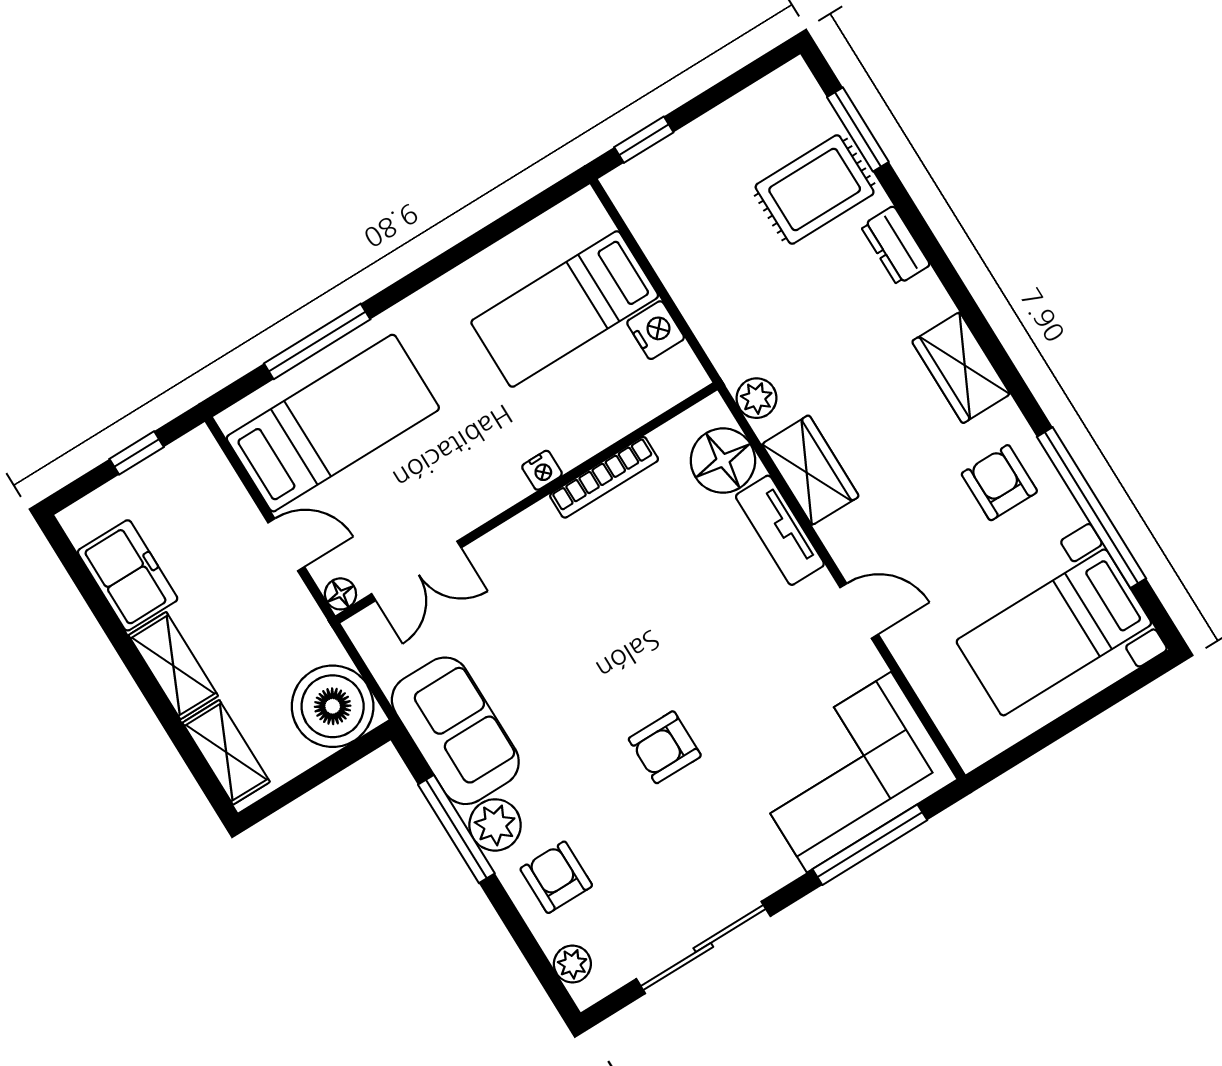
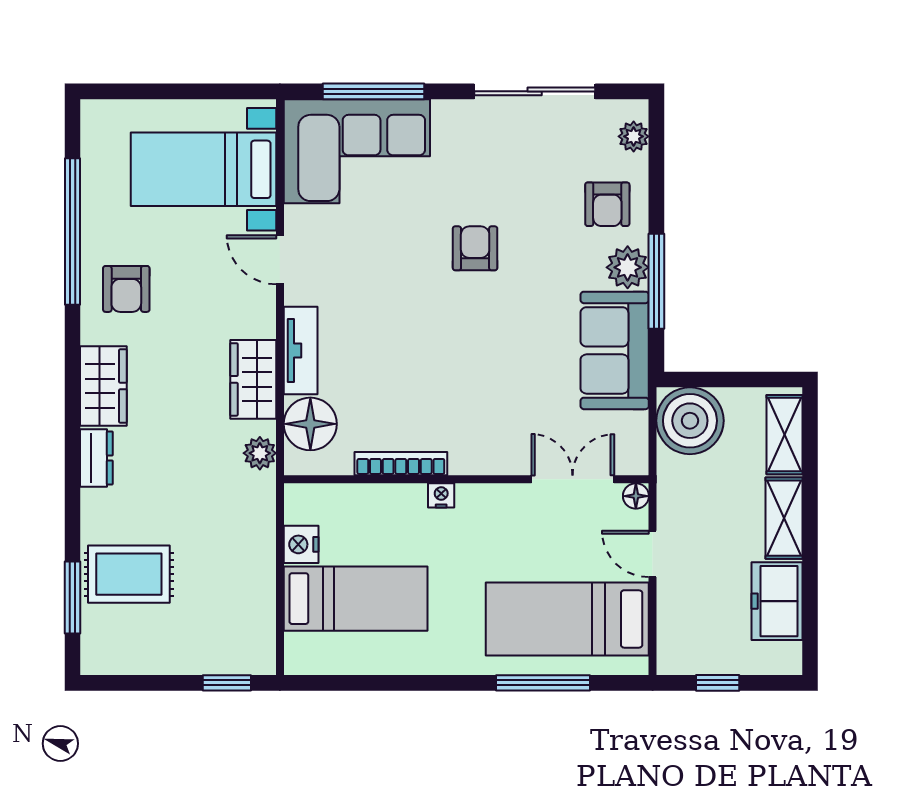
dresser: (895, 246) -> (96, 458), moved
bed with nightstands: (1054, 632) -> (203, 169), moved, turned 180
armchair: (665, 747) -> (475, 248), turned -90

